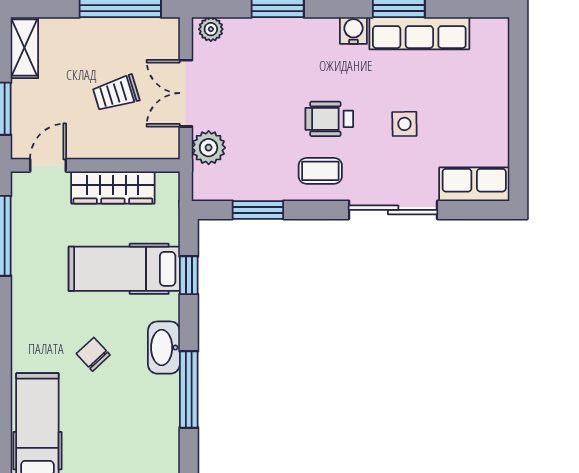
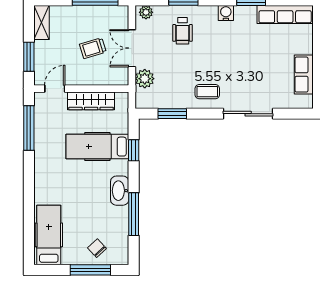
row of seats: (419, 33) -> (285, 15), moved
wheelchair: (329, 119) -> (183, 31), moved, turned -90
side table: (404, 124) -> (254, 65), removed
row of seats: (474, 184) -> (304, 75), moved, turned -90
chair: (93, 354) -> (97, 248), moved

